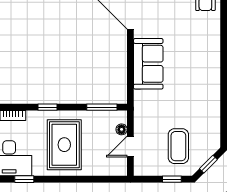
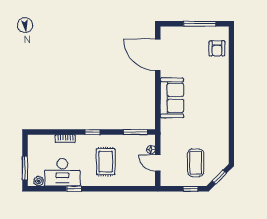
rug: (64, 145) -> (106, 162), width x0.73, depth x0.70
door: (130, 146) -> (158, 163), hinge flipped

